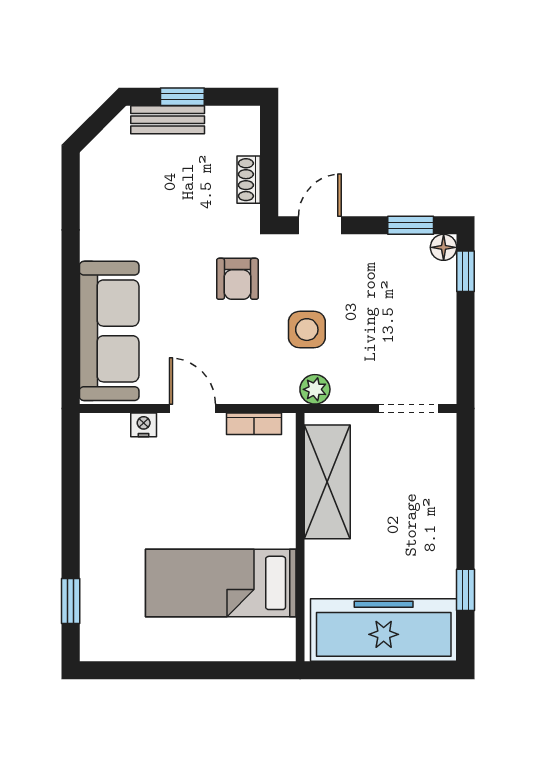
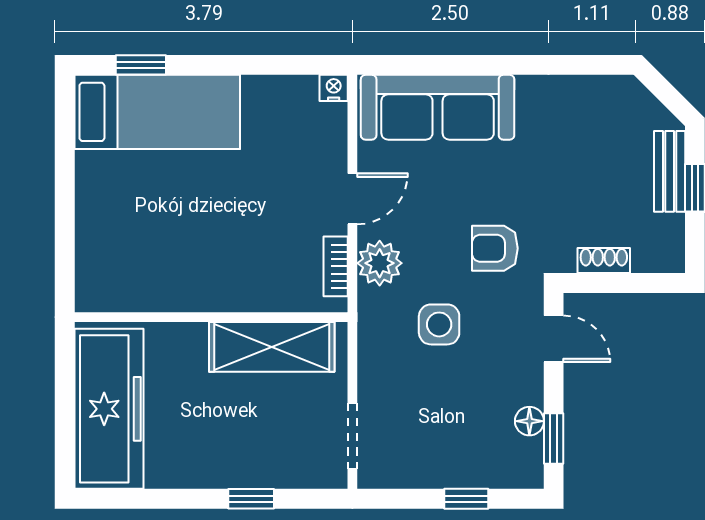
floor lamp: (444, 247) -> (529, 421), moved
window: (466, 271) -> (466, 499), moved
plant: (315, 389) -> (380, 263), moved, width x1.38, depth x1.38
nightstand: (144, 425) -> (334, 88), moved, turned -90
bed: (221, 583) -> (157, 112), moved, turned 90
window: (466, 590) -> (251, 499), moved

